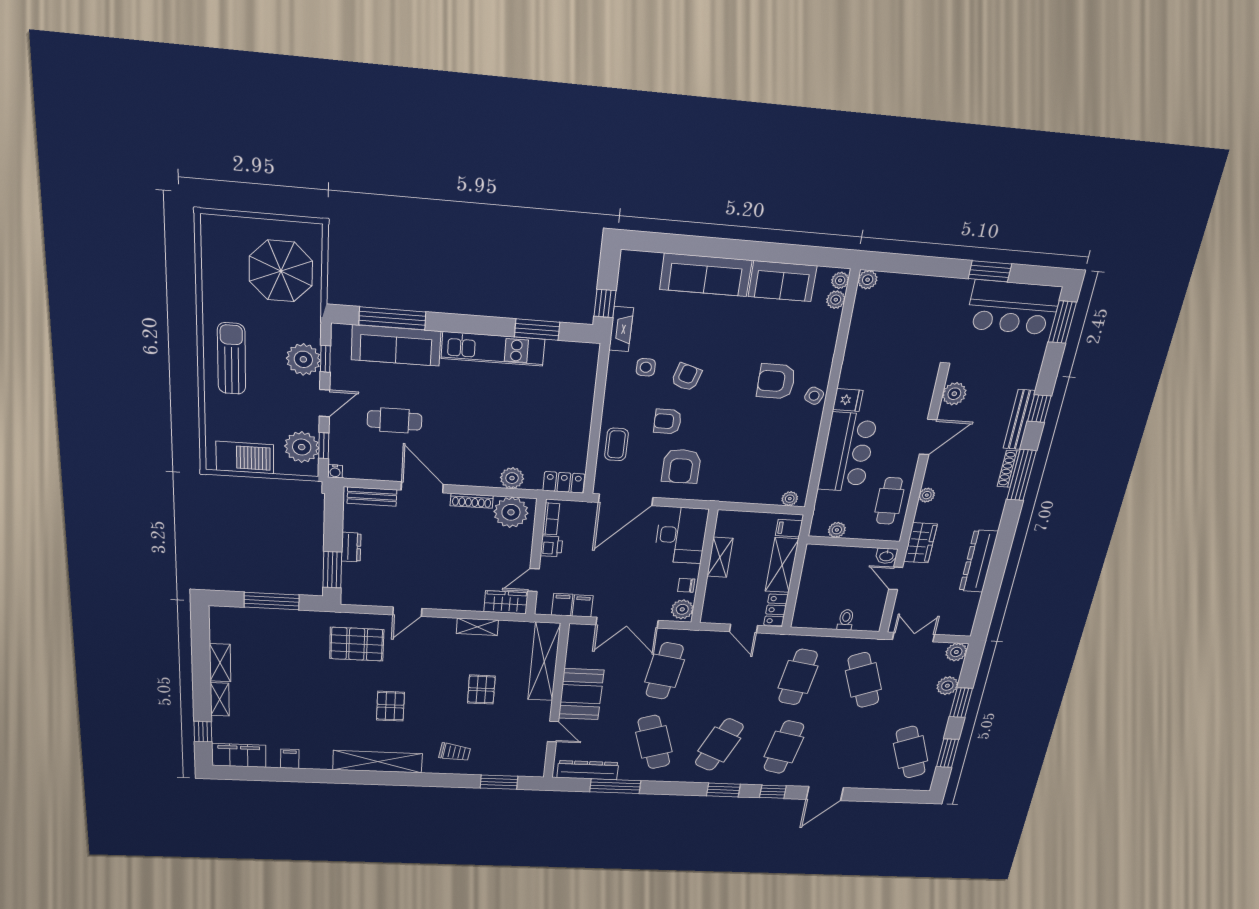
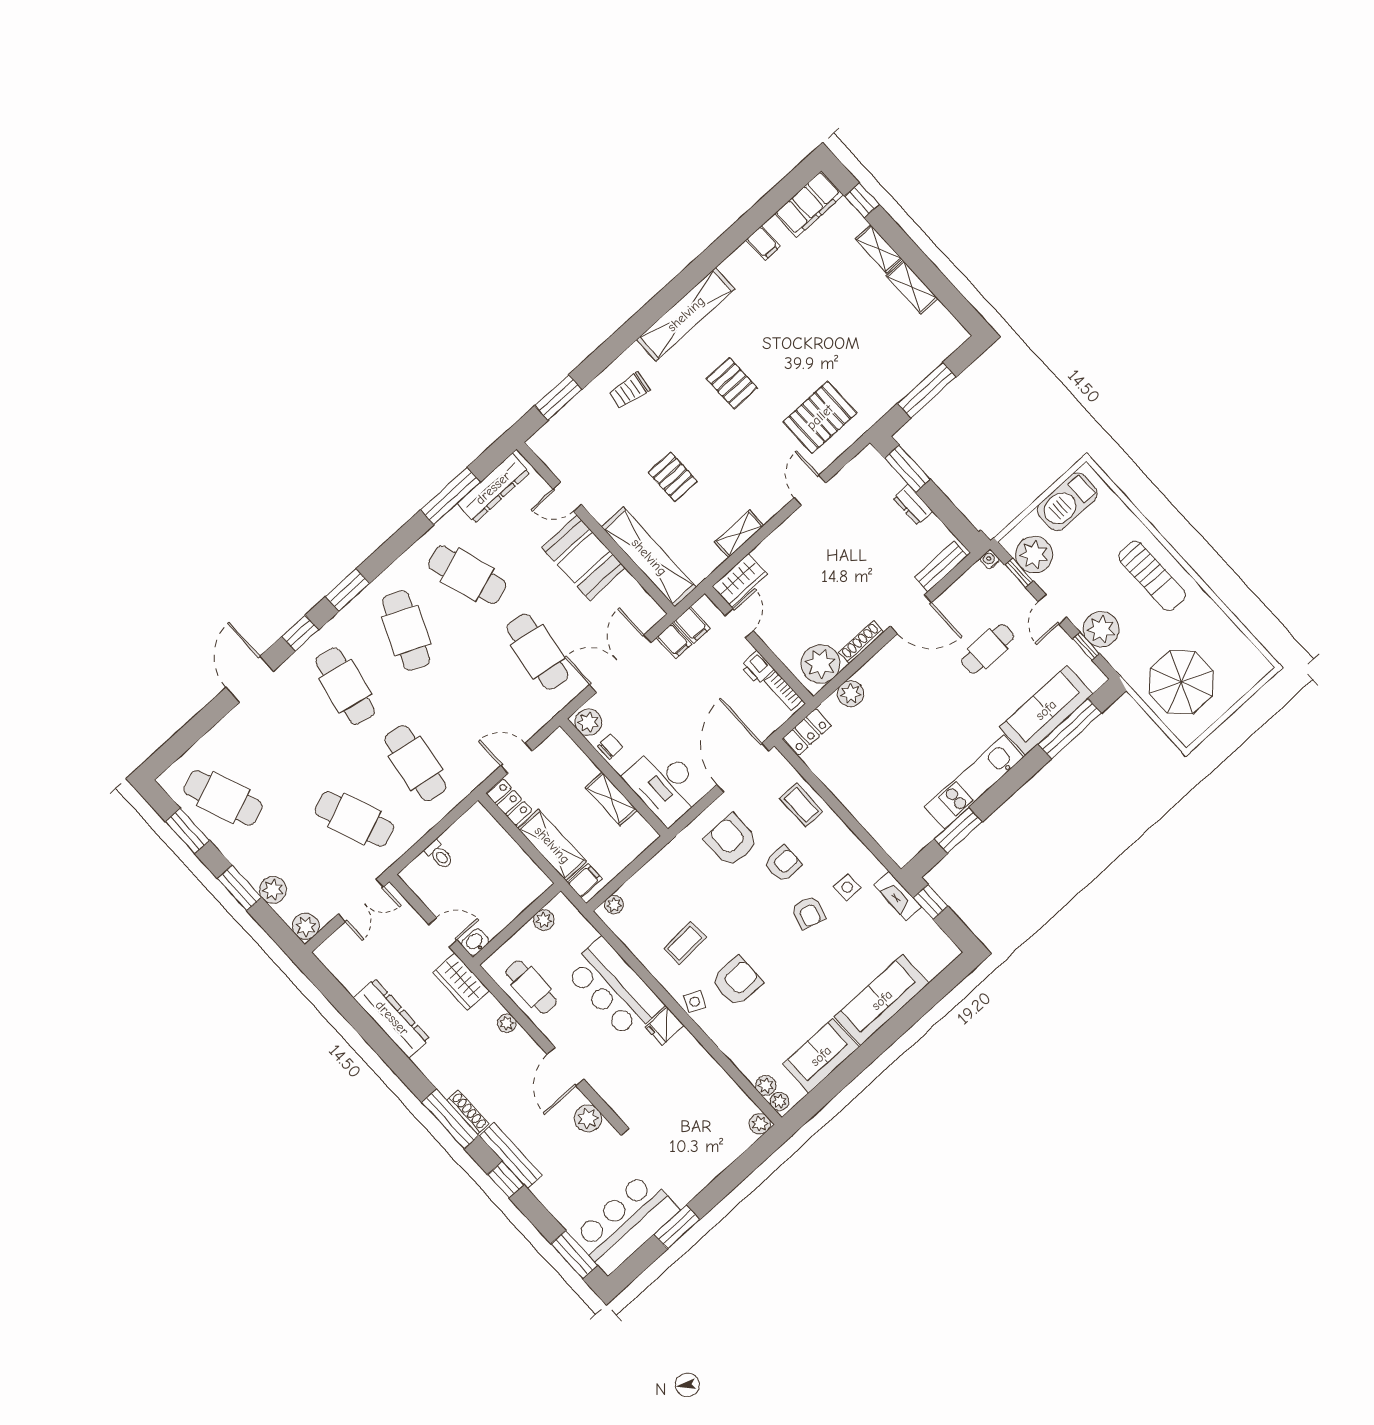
coffee table: (778, 436) -> (685, 943), added

